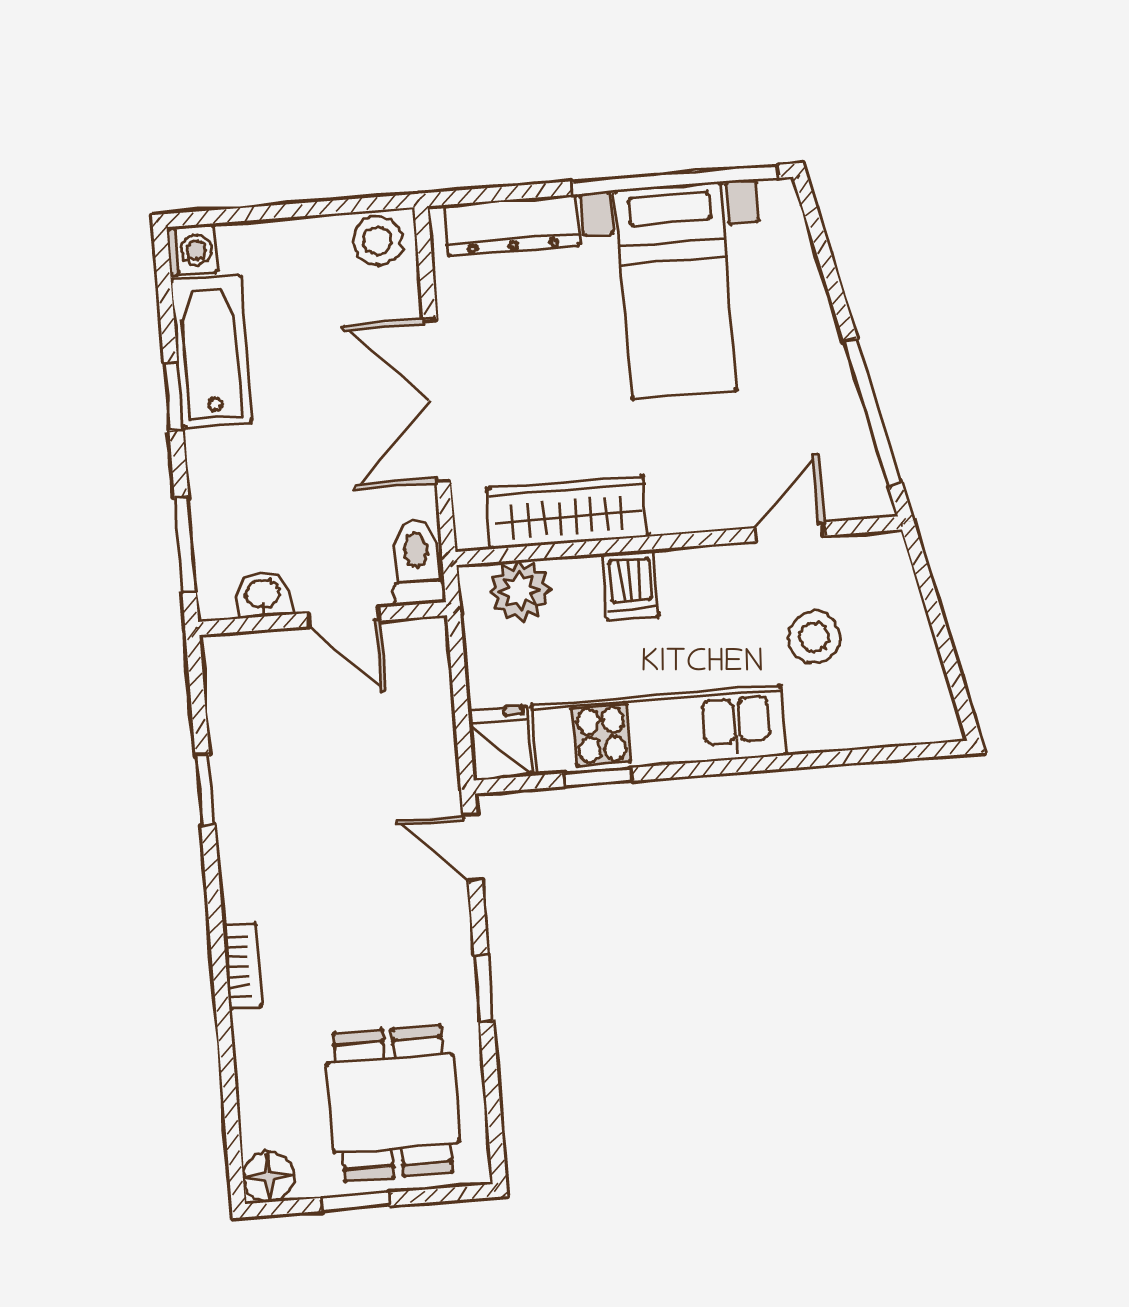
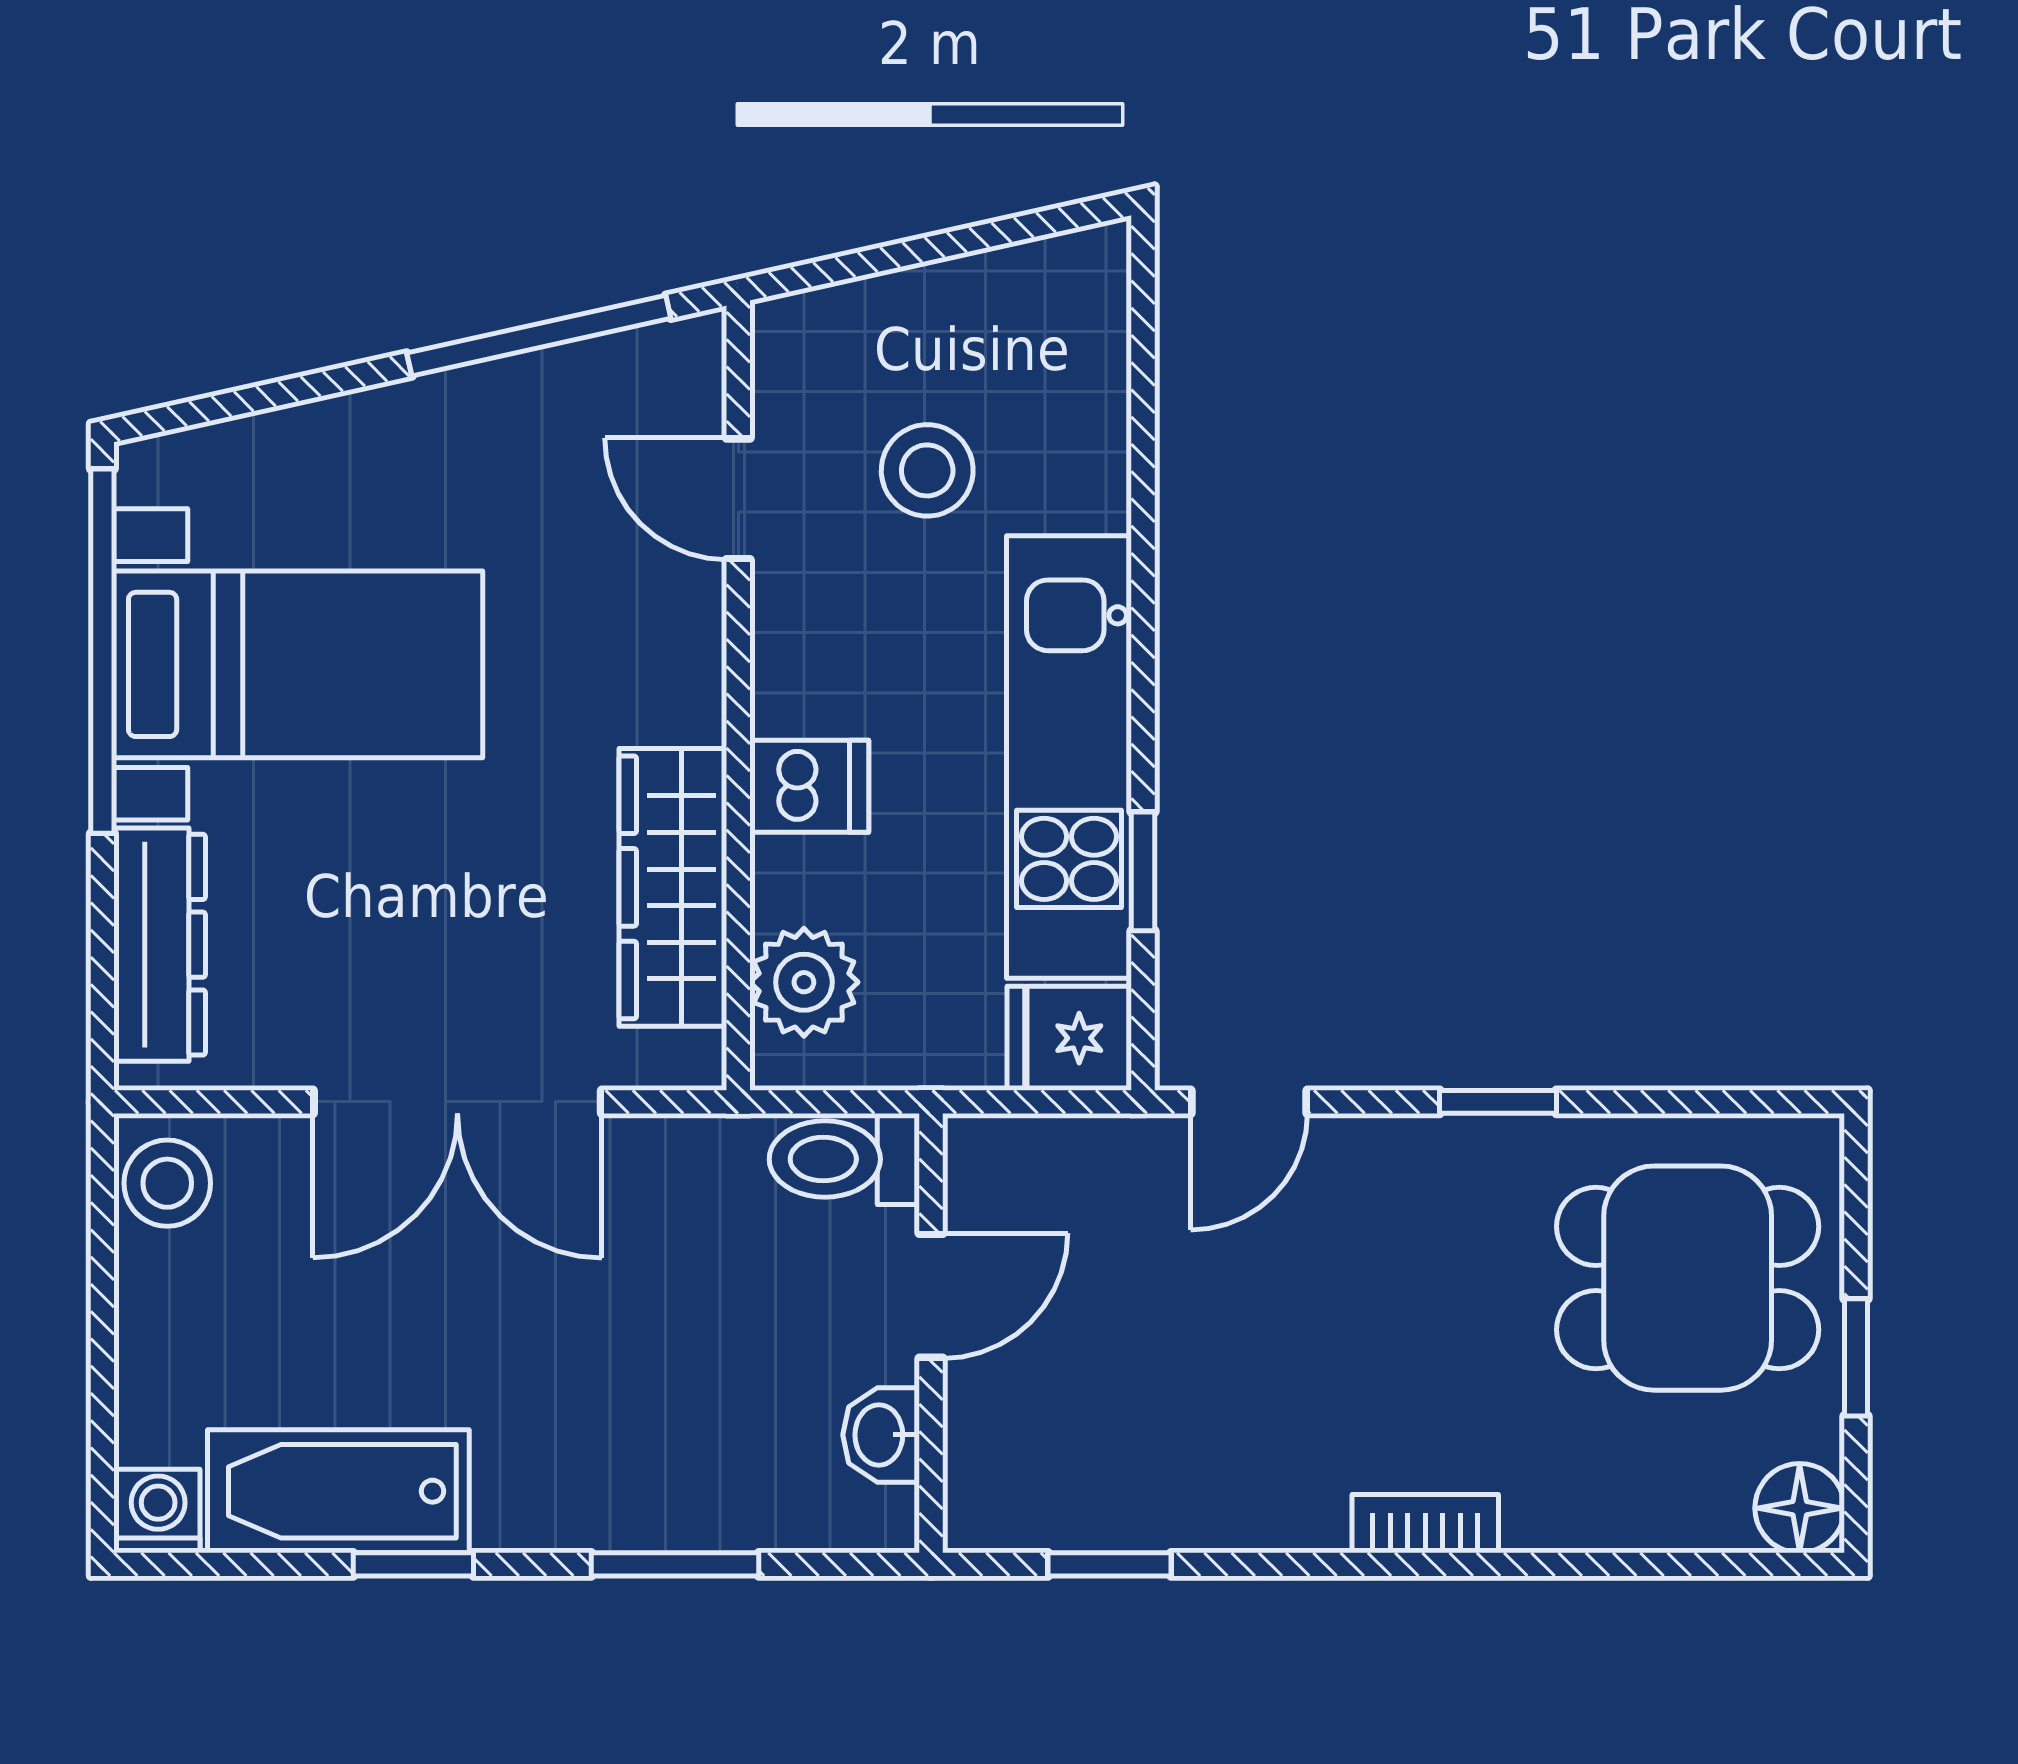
toilet: (417, 562) -> (844, 1159), moved
washbasin: (263, 595) -> (881, 1435), moved
door: (344, 617) -> (931, 1296), moved
wall: (323, 619) -> (931, 1333), moved

